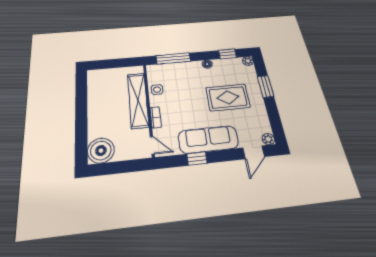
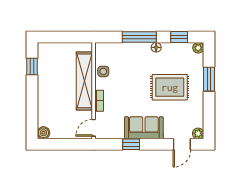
window: (173, 58) -> (139, 37), moved
window: (81, 92) -> (32, 66), added
sofa: (208, 139) -> (144, 128), width x0.73
door: (152, 145) -> (94, 128), swing flipped
boiler: (101, 151) -> (43, 133), width x0.54, depth x0.54

